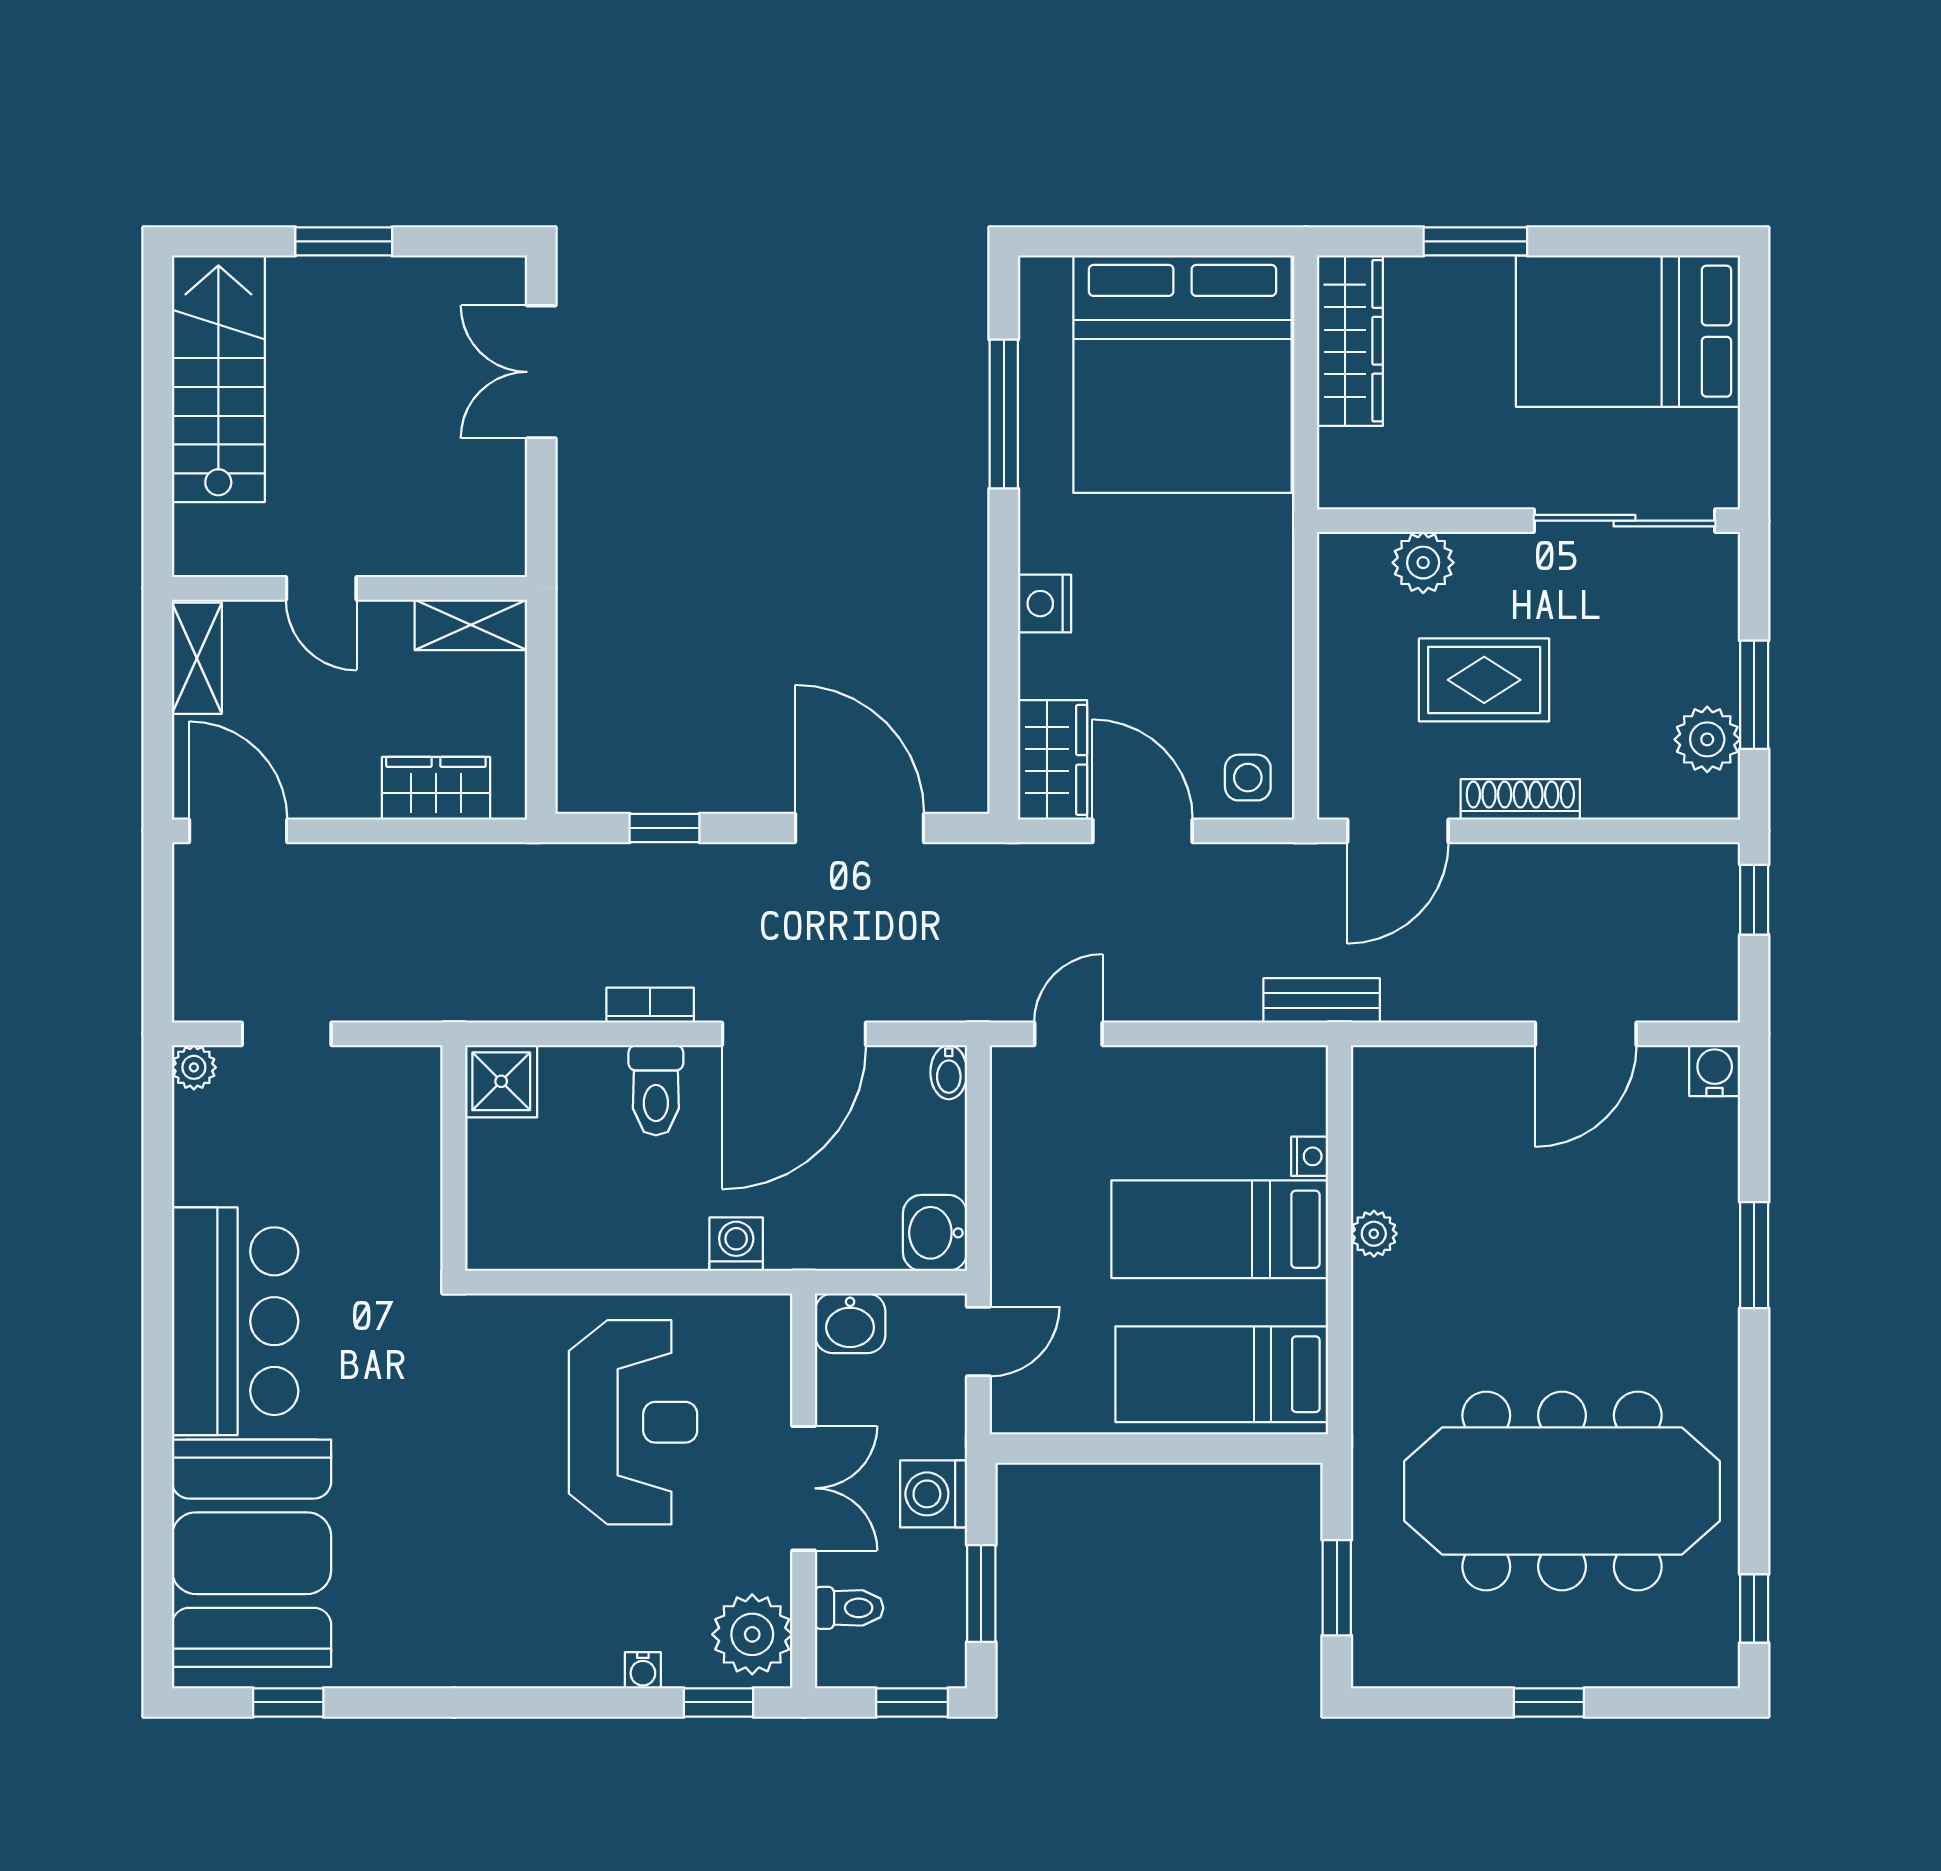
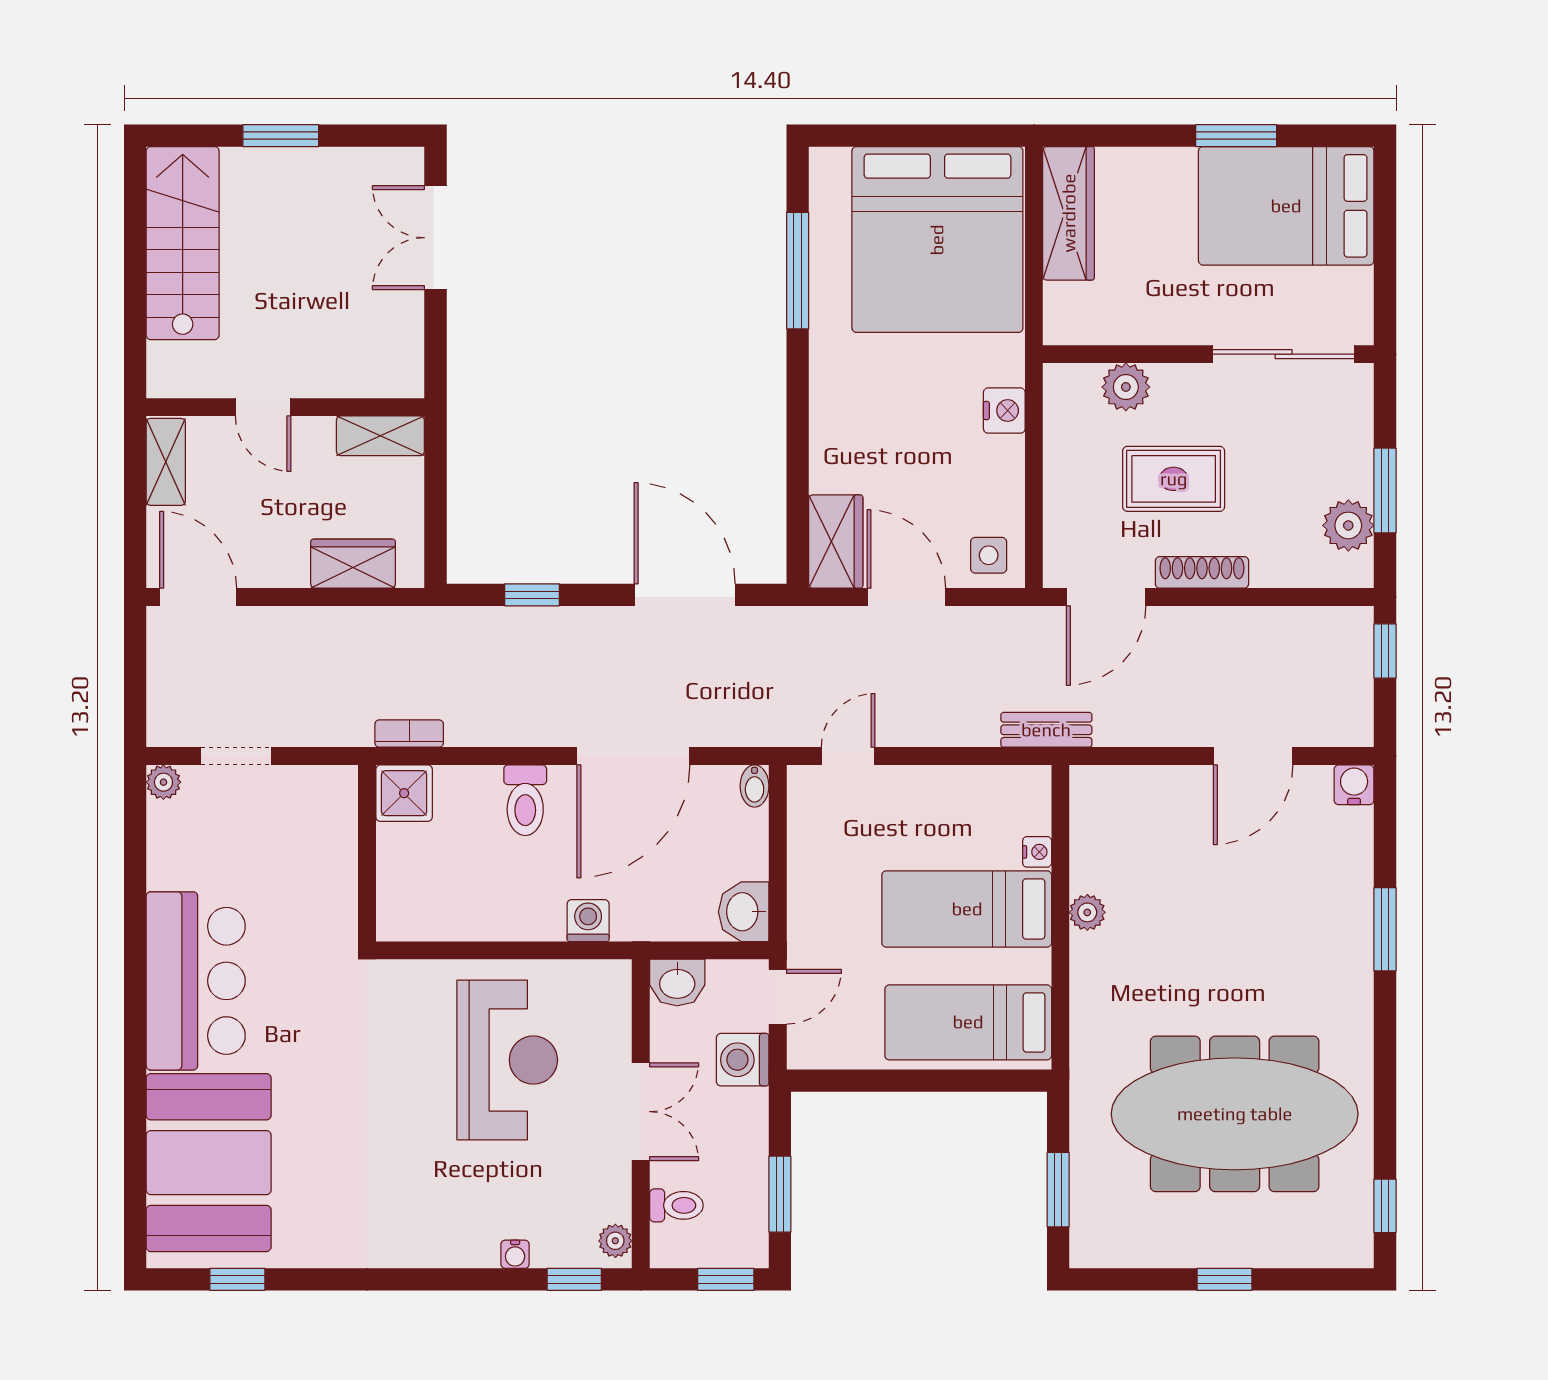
window: (1475, 241) -> (1236, 136), moved
nightstand: (1045, 604) -> (1004, 411), moved, turned 180
bookcase: (650, 1005) -> (409, 734), moved
washing machine: (934, 1494) -> (743, 1060), moved
plant: (752, 1634) -> (615, 1241), width x0.53, depth x0.53

